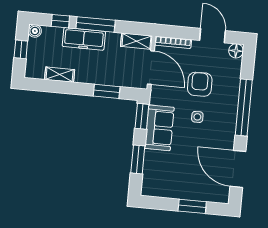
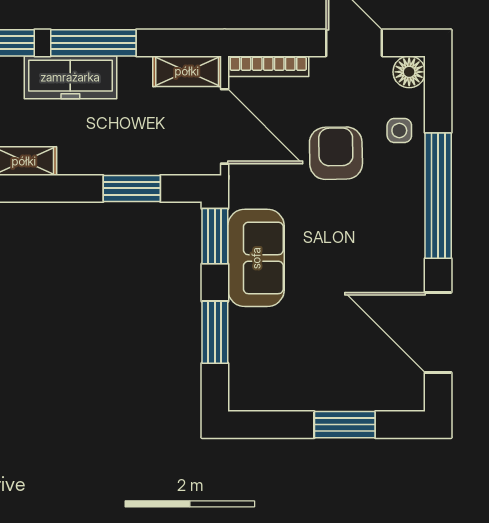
side table: (197, 117) -> (399, 130), moved

